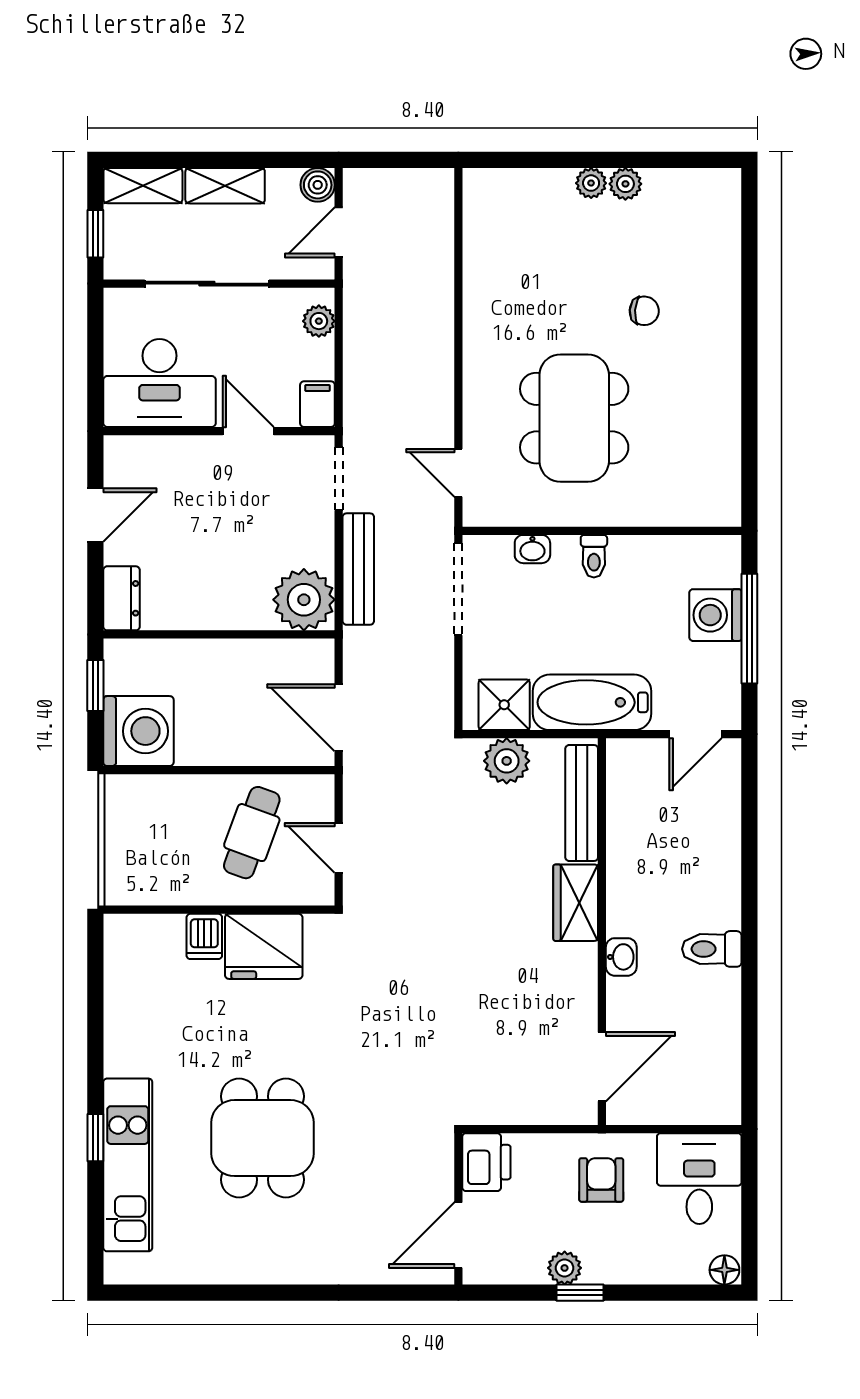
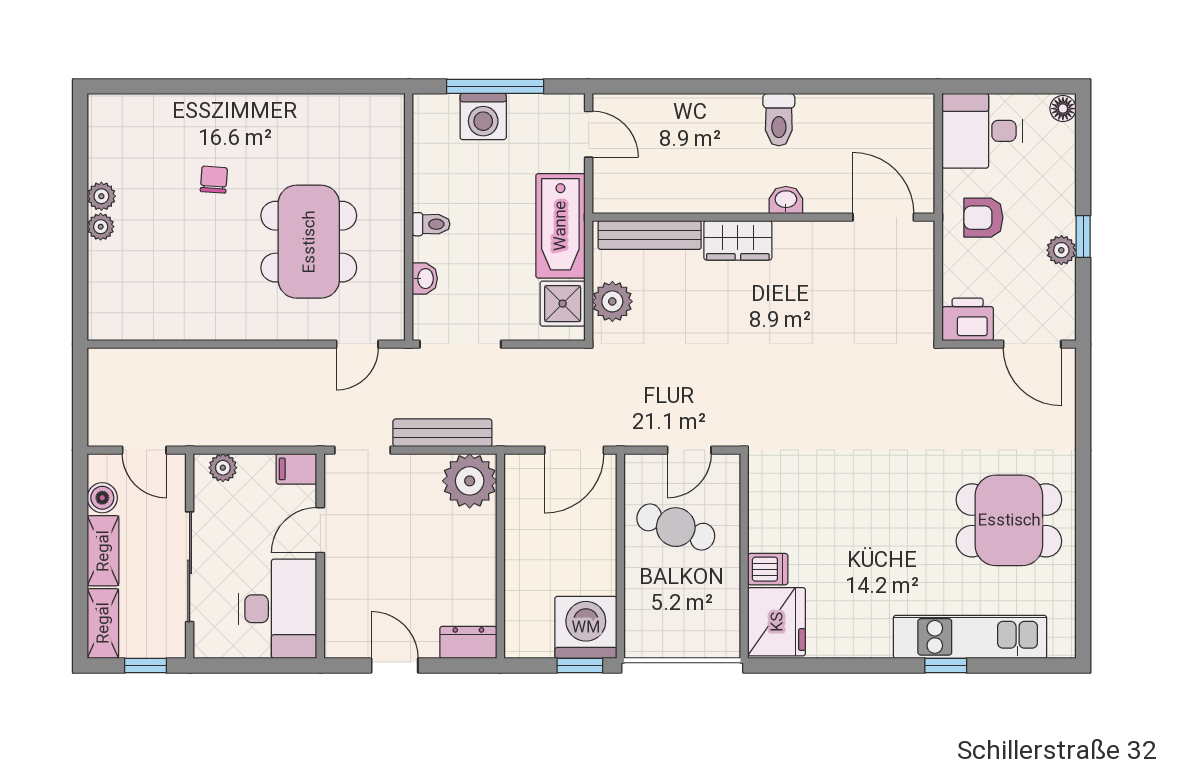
boiler: (318, 185) -> (102, 498), moved
dining table: (574, 418) -> (309, 242), turned 90
window: (95, 685) -> (580, 666), moved
fridge: (264, 946) -> (777, 622), moved
dining table: (262, 1138) -> (1009, 520), moved

